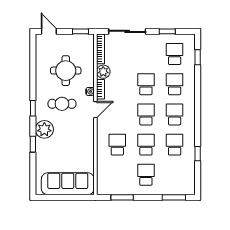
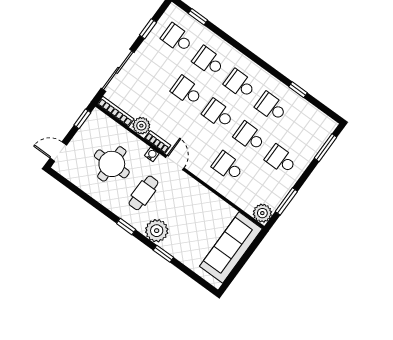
plant: (104, 188) -> (262, 213), added

